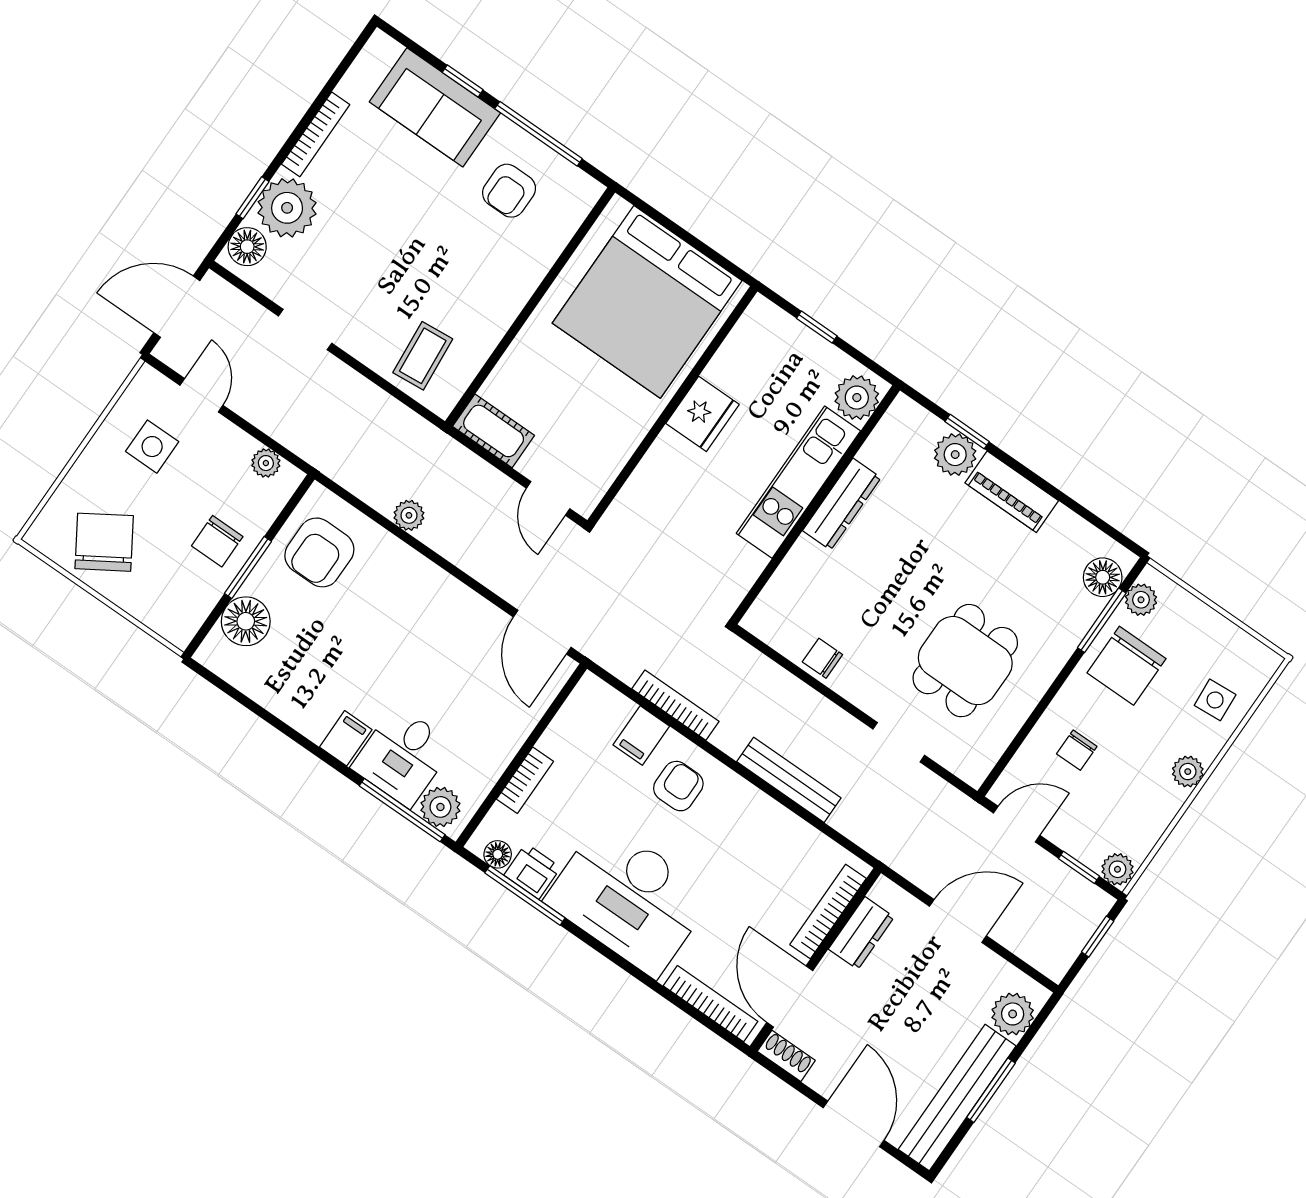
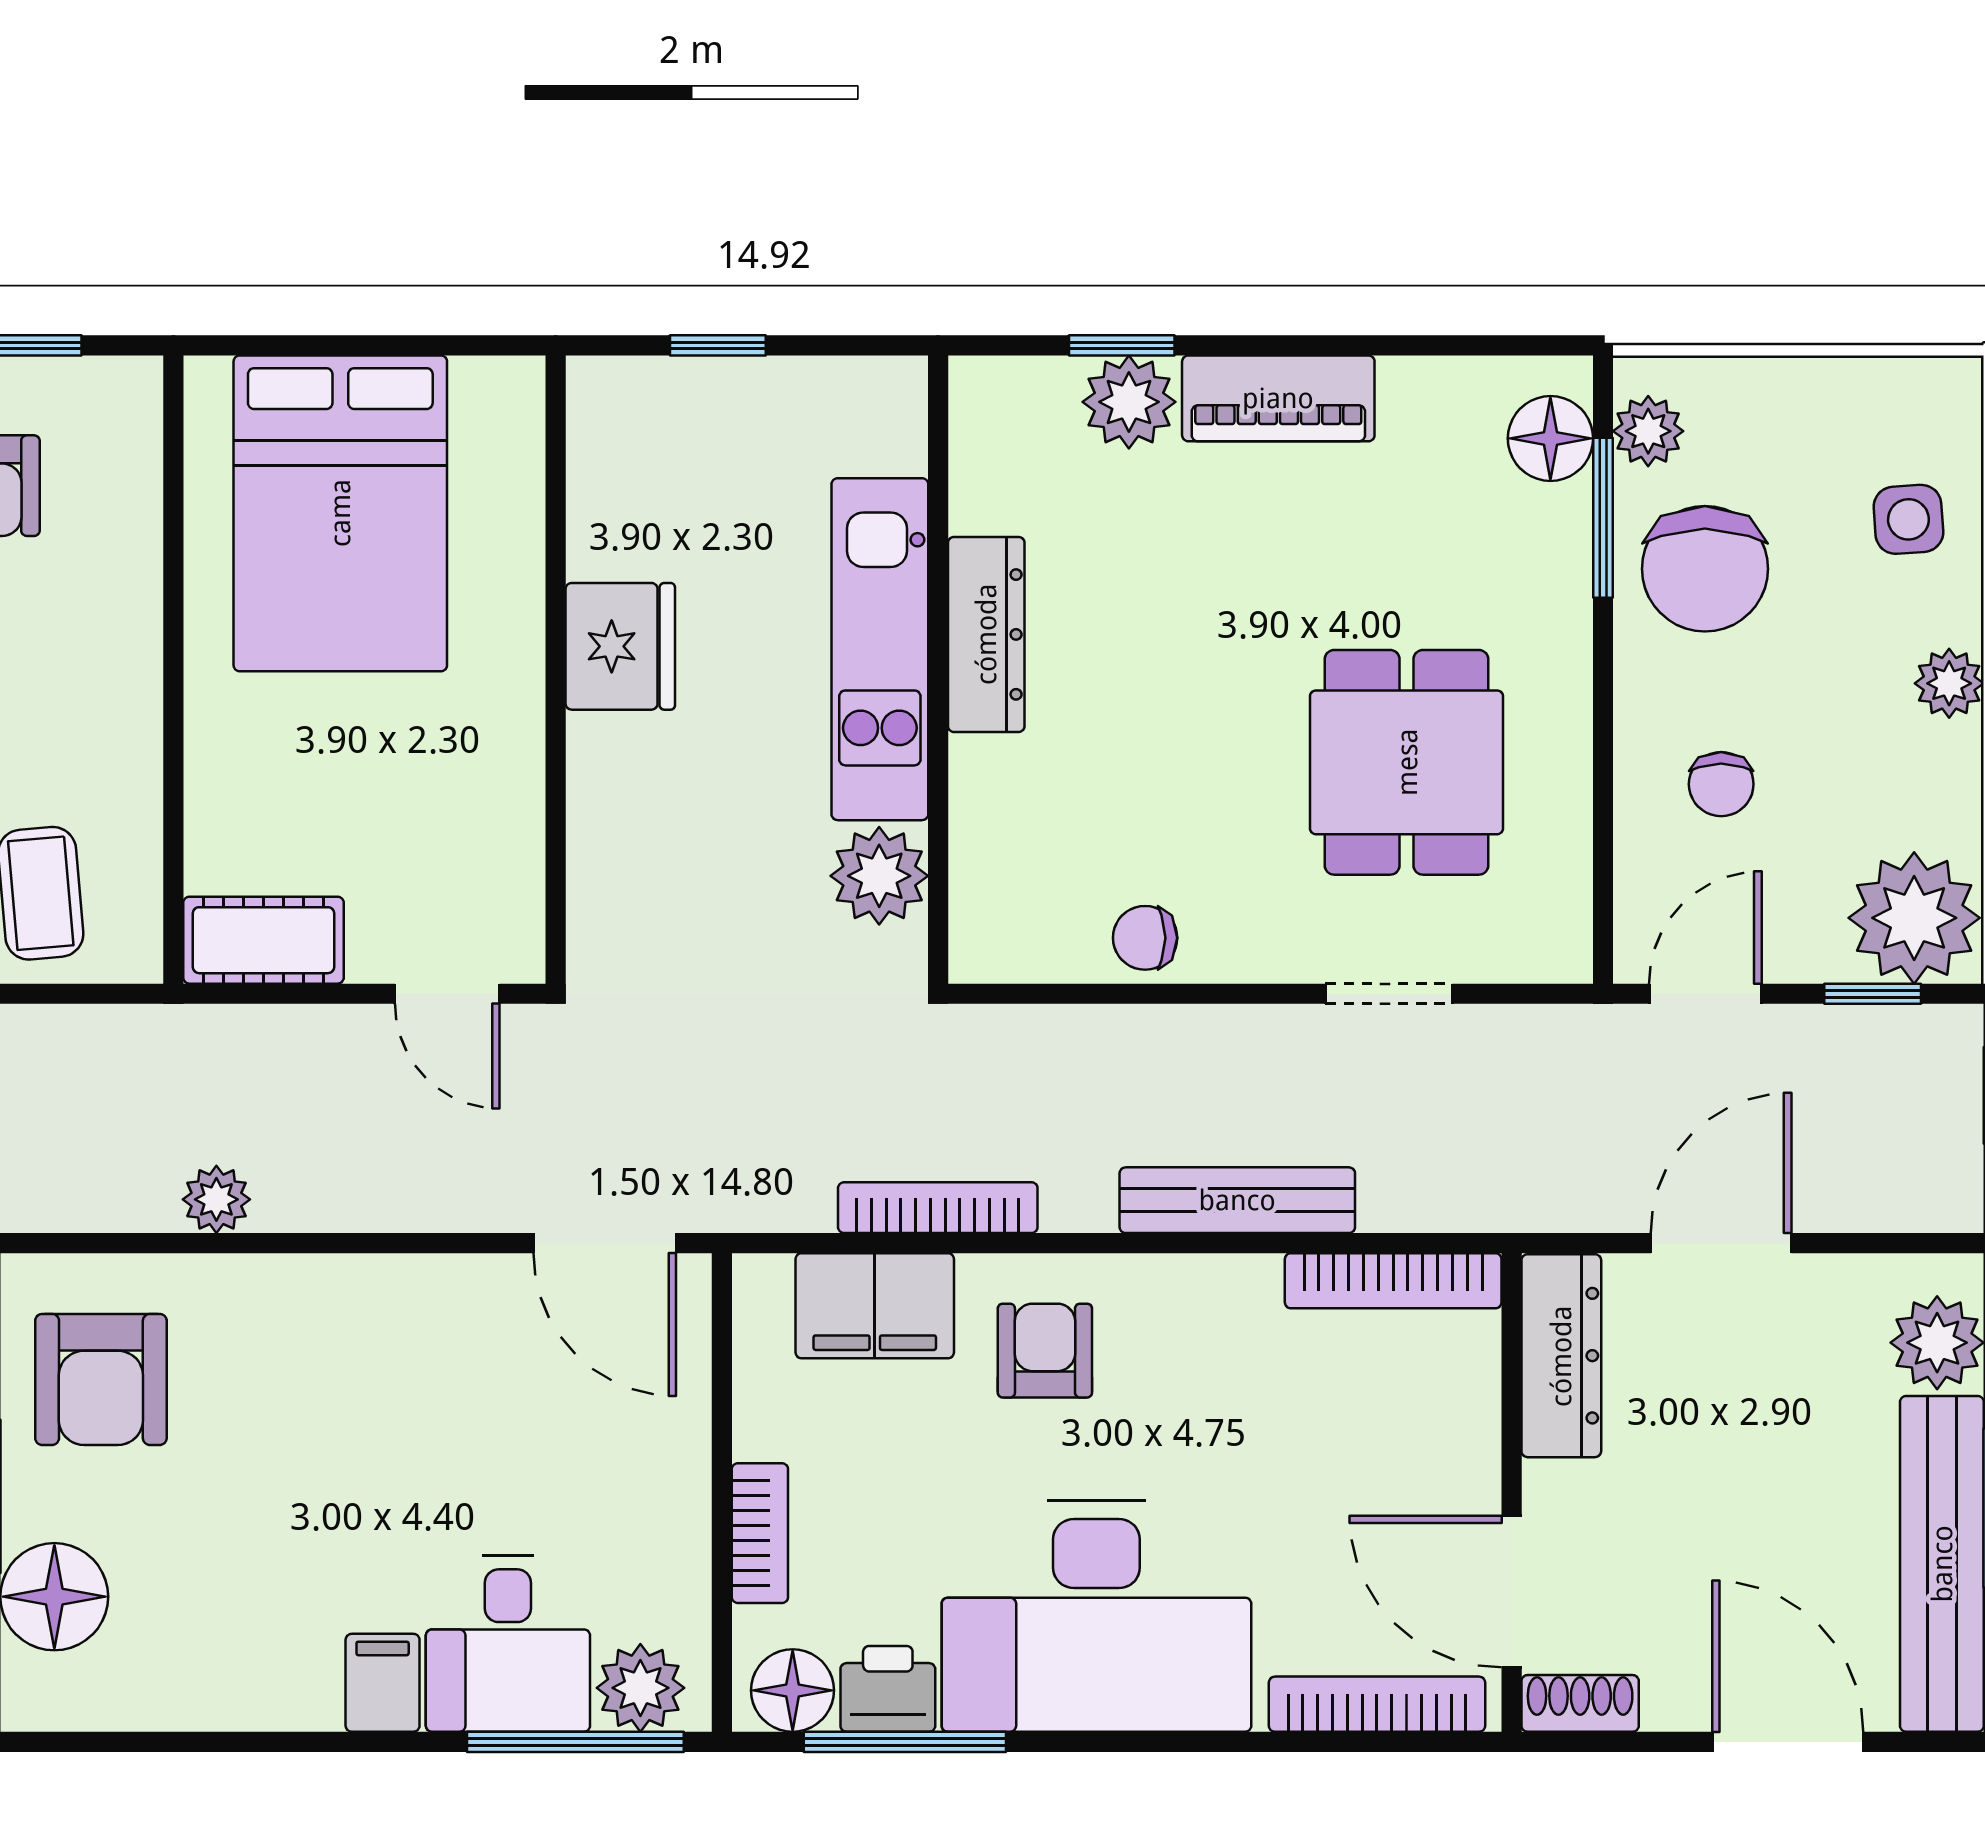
bed: (647, 302) -> (340, 513), width x0.73
plant: (857, 398) -> (879, 876), moved
filing cabinet: (641, 736) -> (875, 1306), width x2.00
floor lamp: (498, 854) -> (793, 1690), width x1.37, depth x1.37
plant: (1117, 869) -> (1914, 918), width x1.87, depth x1.87
bookcase: (828, 911) -> (1393, 1281), moved, turned -90
dresser: (861, 933) -> (1561, 1356), width x1.44

